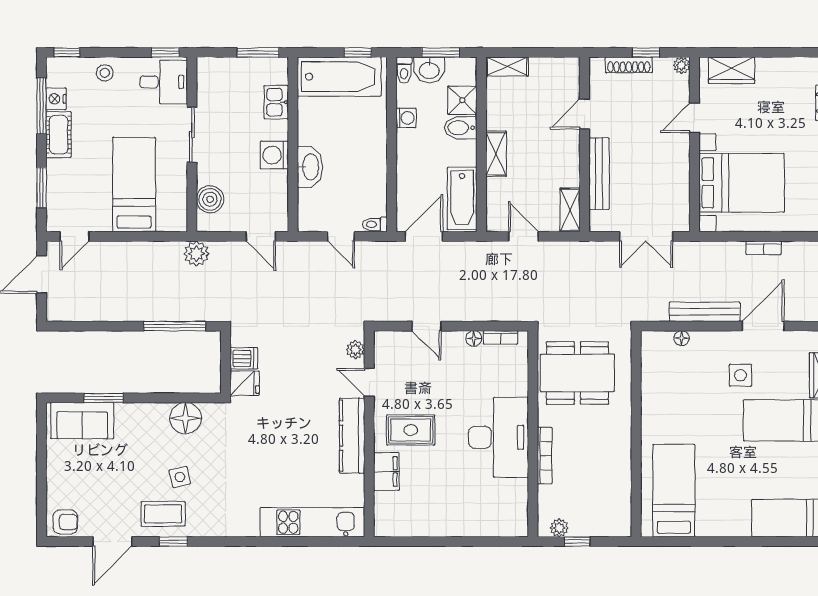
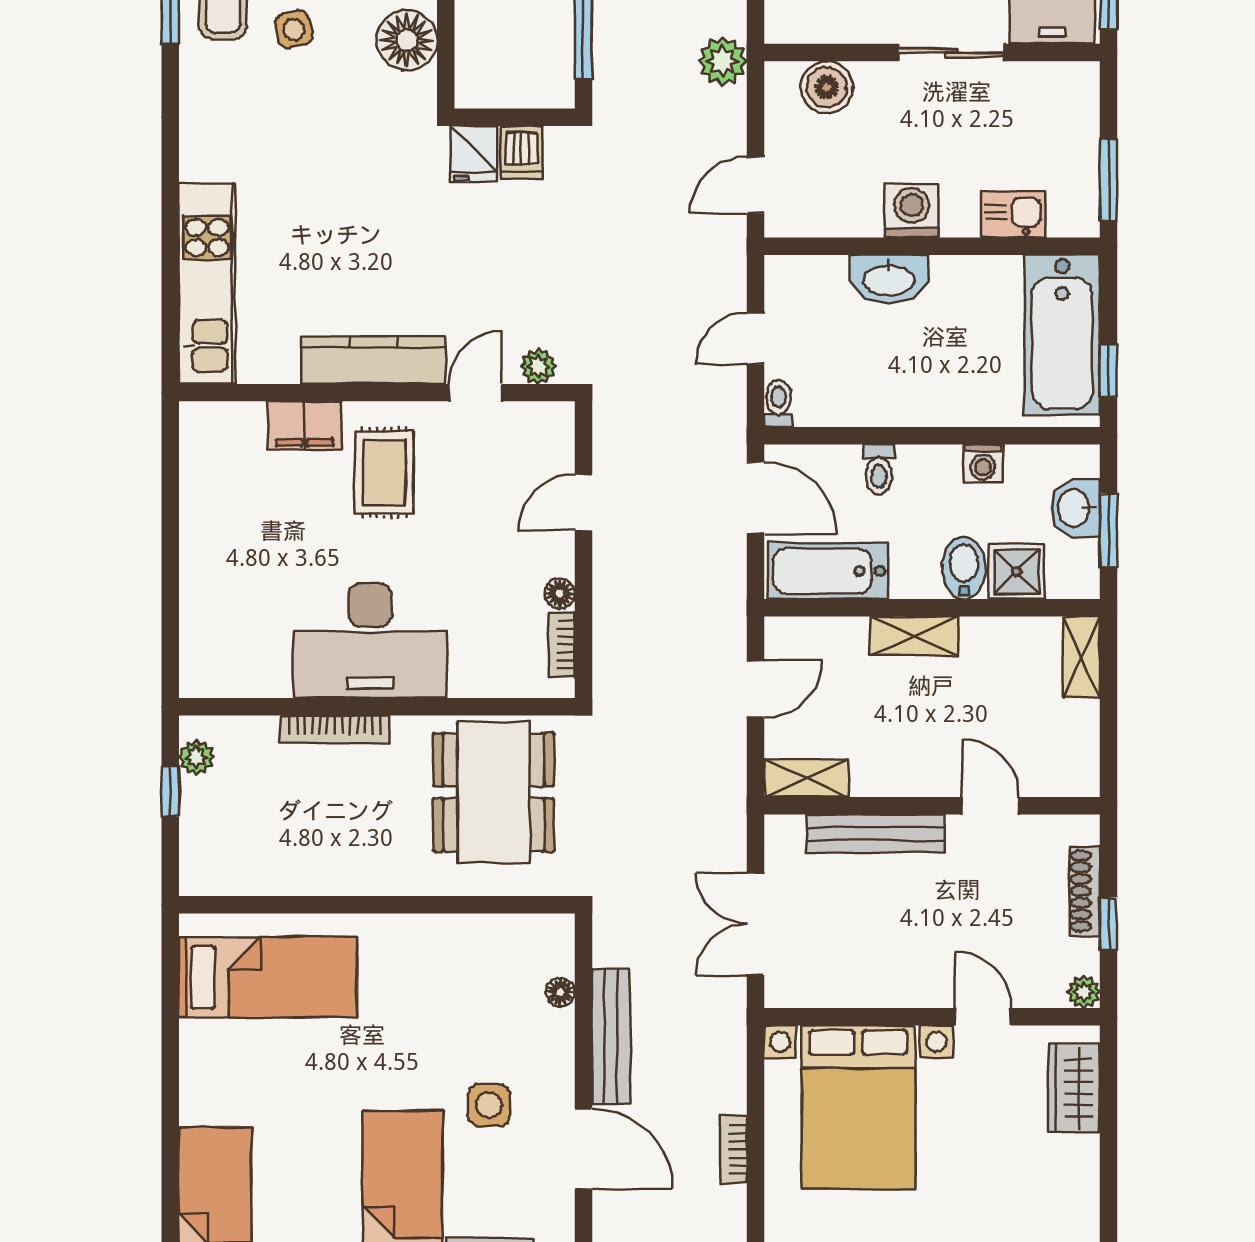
toilet: (404, 70) -> (879, 469), moved, turned -90

